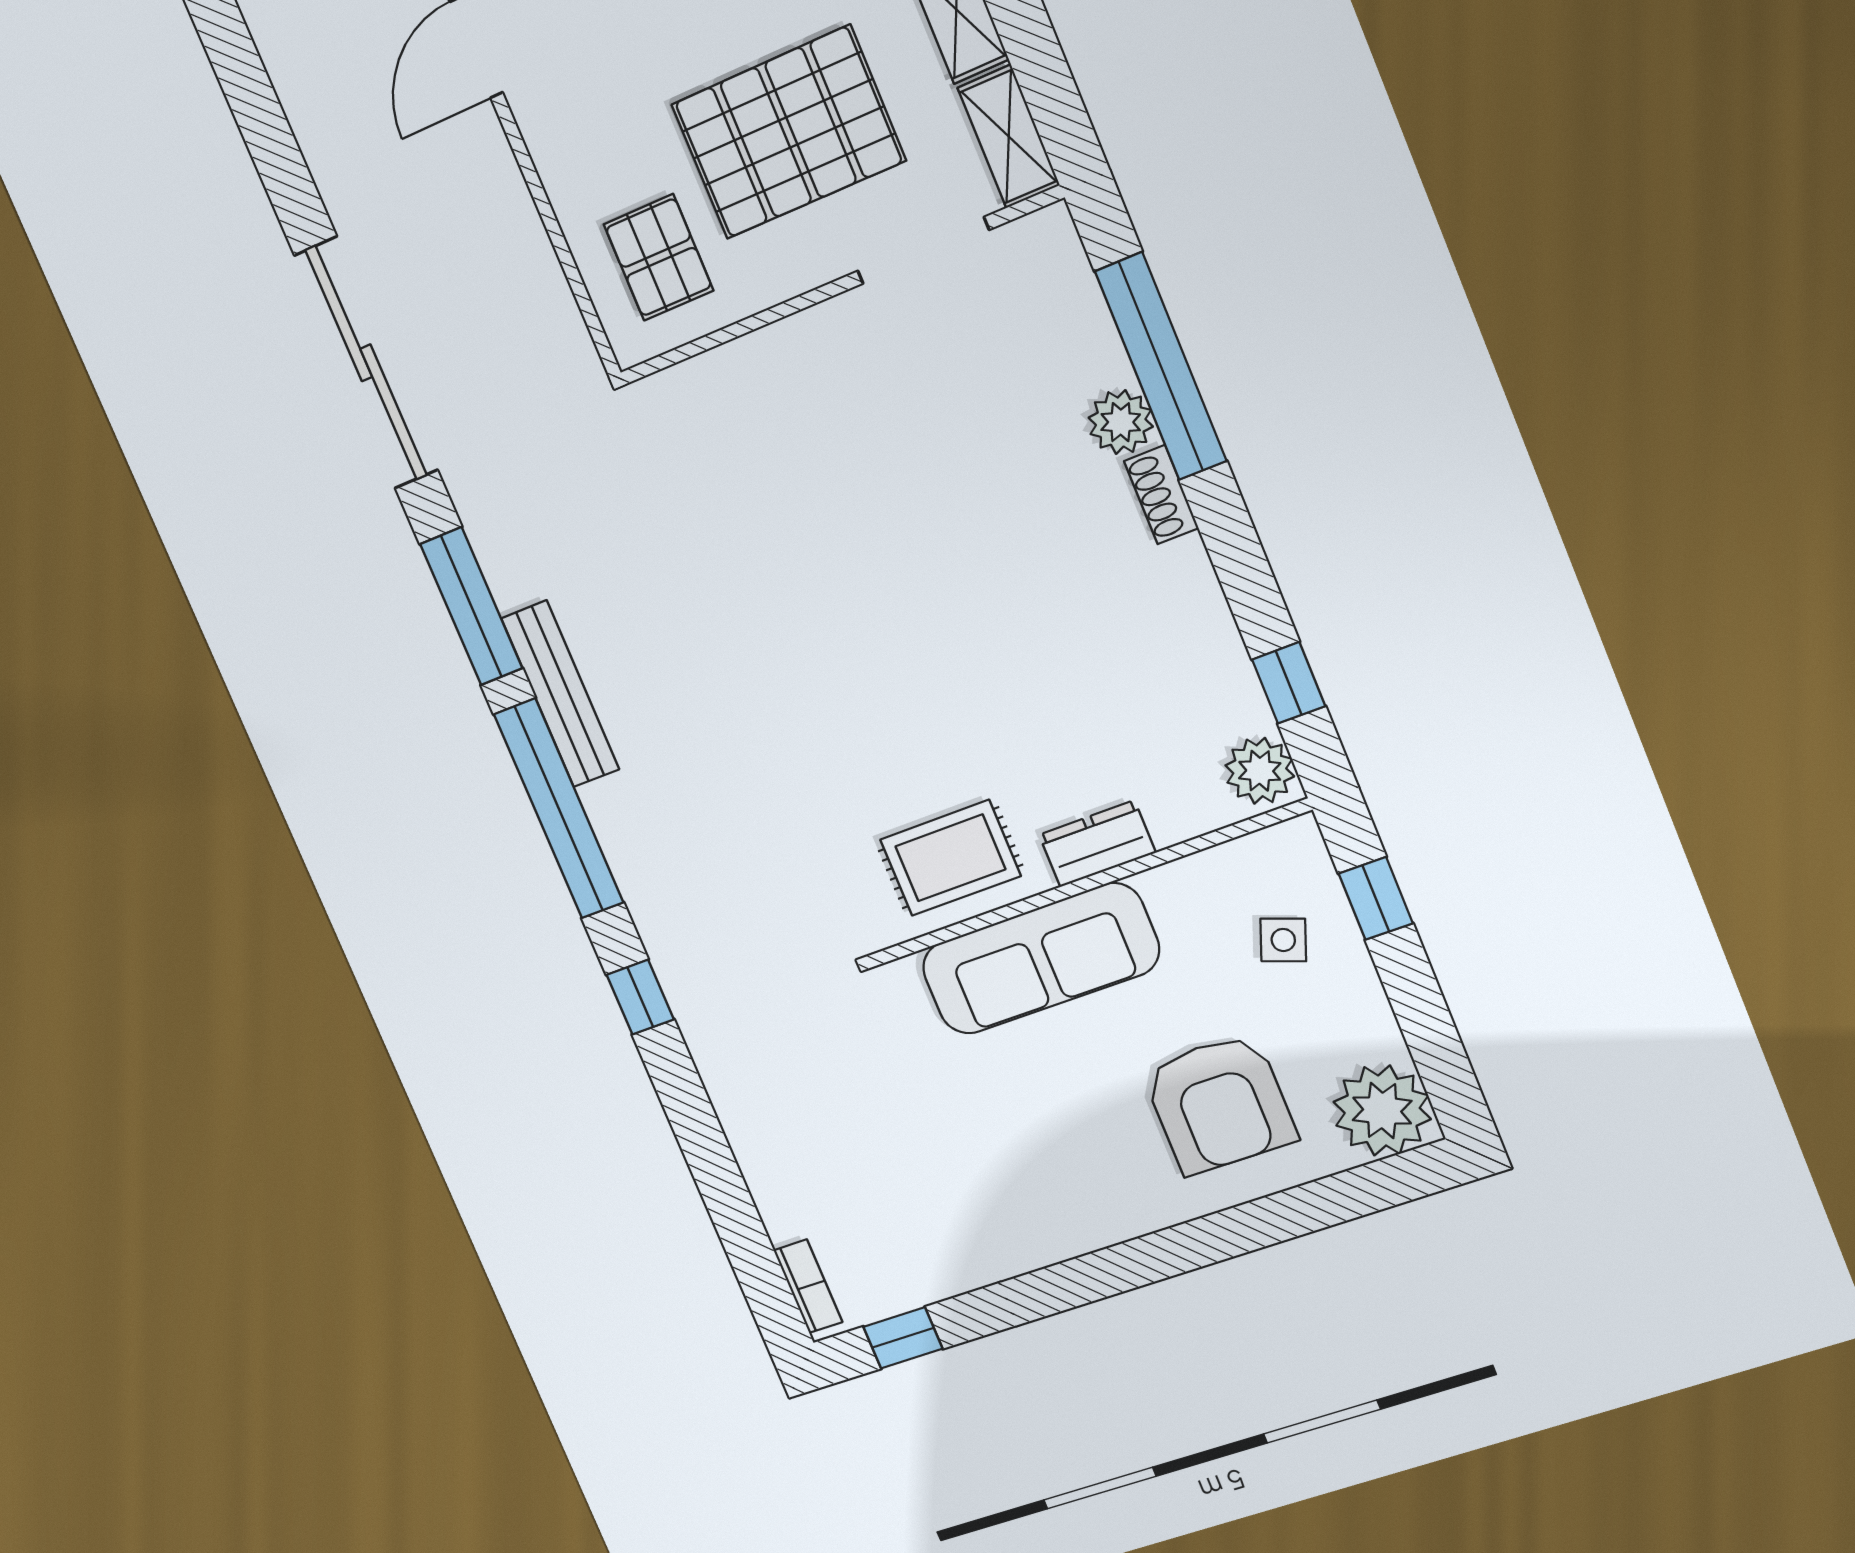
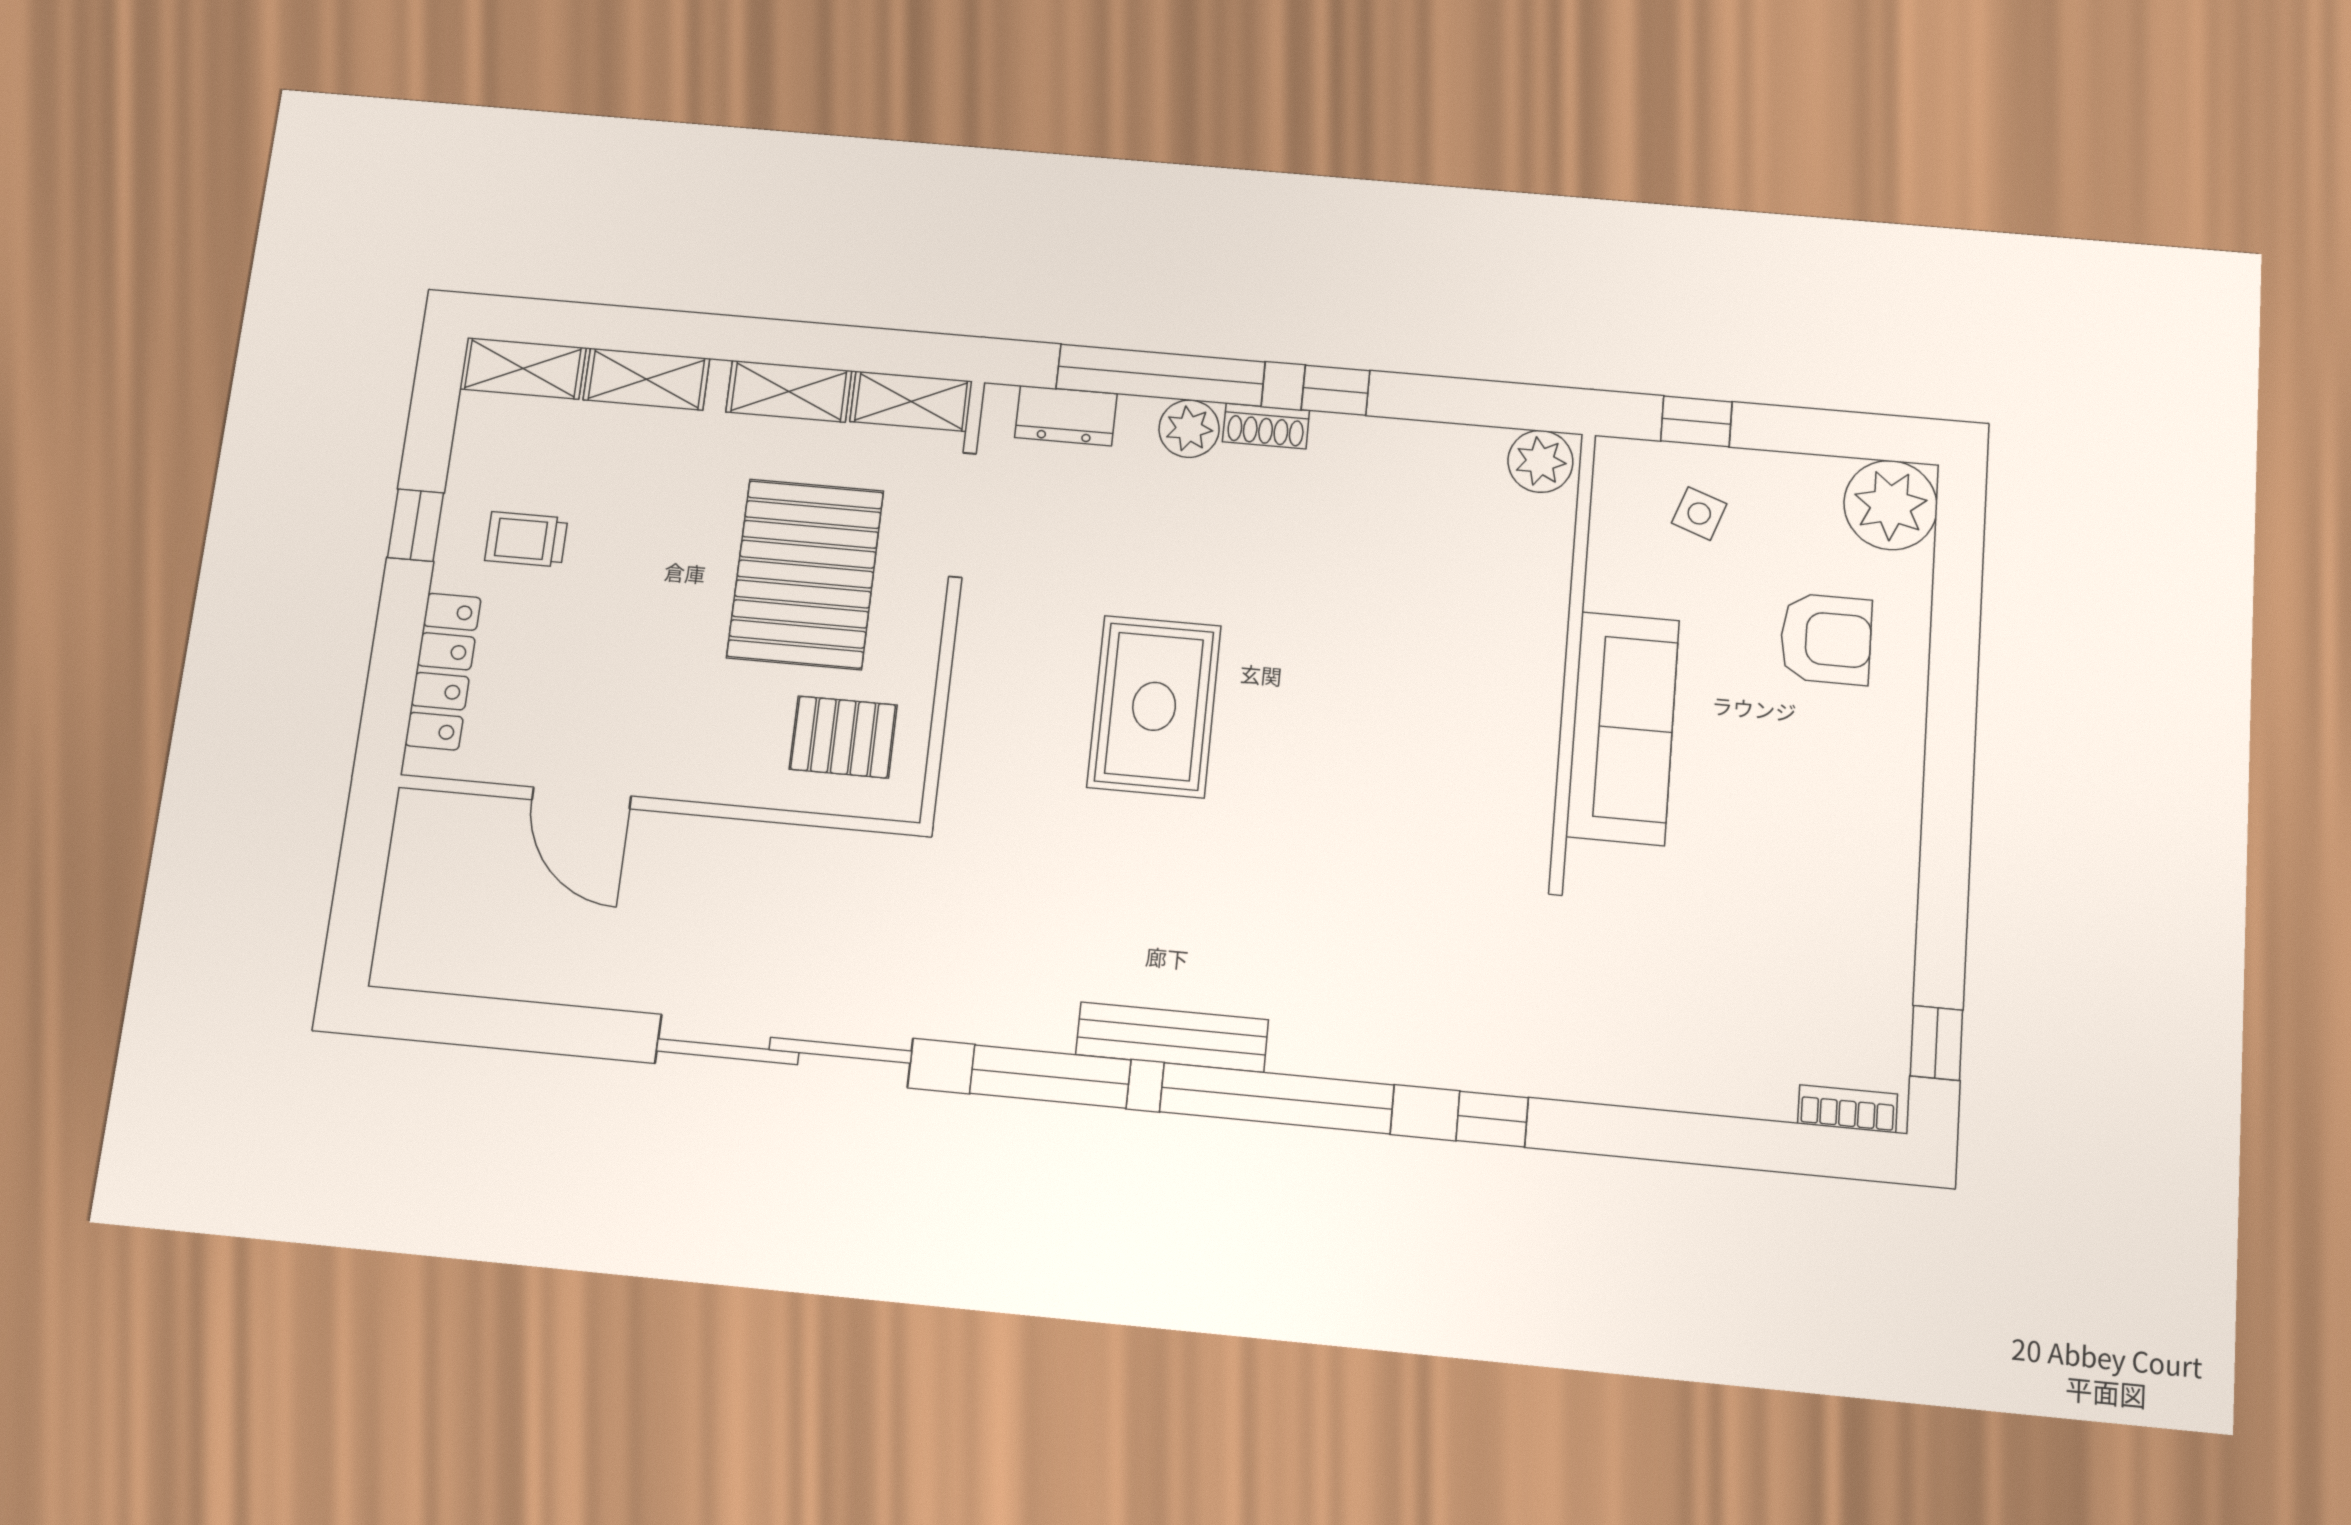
window: (1289, 683) -> (1336, 390), moved
dresser: (1097, 844) -> (1066, 416), moved, turned -90
rug: (950, 858) -> (1154, 706), moved, width x1.36, depth x1.43
armchair: (1219, 1104) -> (1826, 639), width x0.73, depth x0.73

